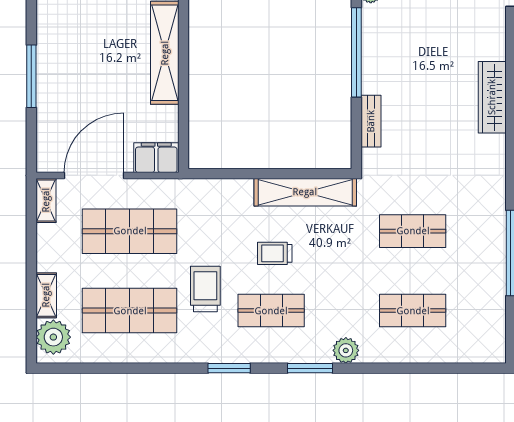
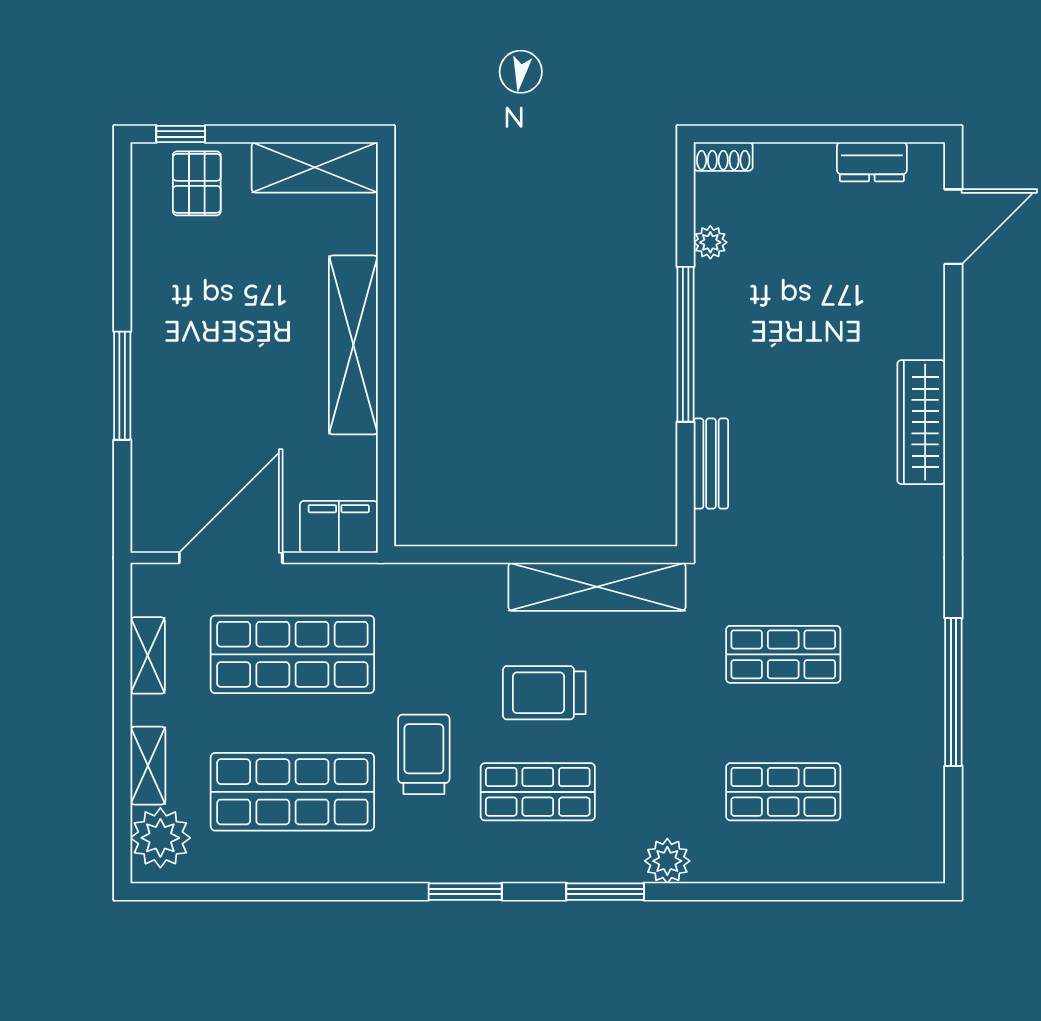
shelving: (46, 200) -> (148, 655), moved
trolley: (275, 253) -> (544, 693), width x1.36, depth x1.39

